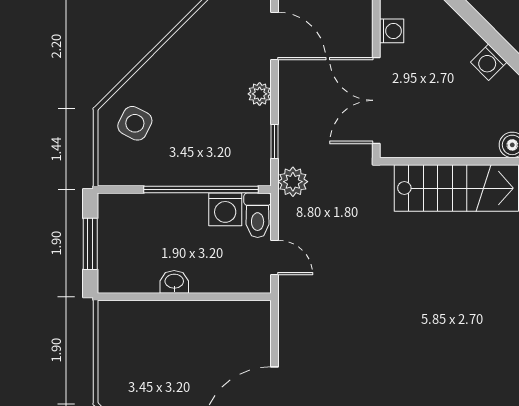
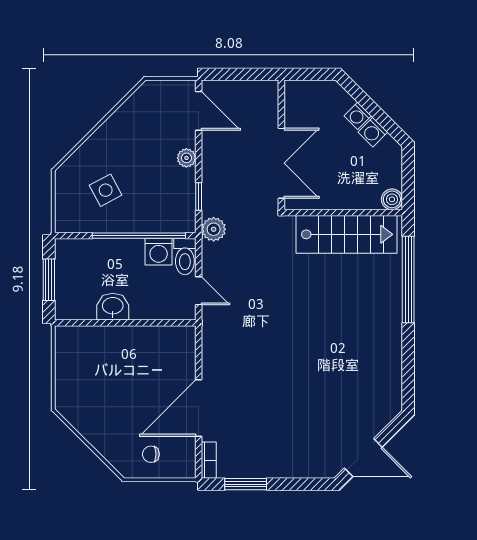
washing machine: (392, 31) -> (358, 116), moved, turned 135
double door: (376, 100) -> (281, 163), swing flipped
side table: (135, 123) -> (106, 190), moved, turned 35
washbasin: (174, 282) -> (113, 307), width x1.38, depth x1.45

